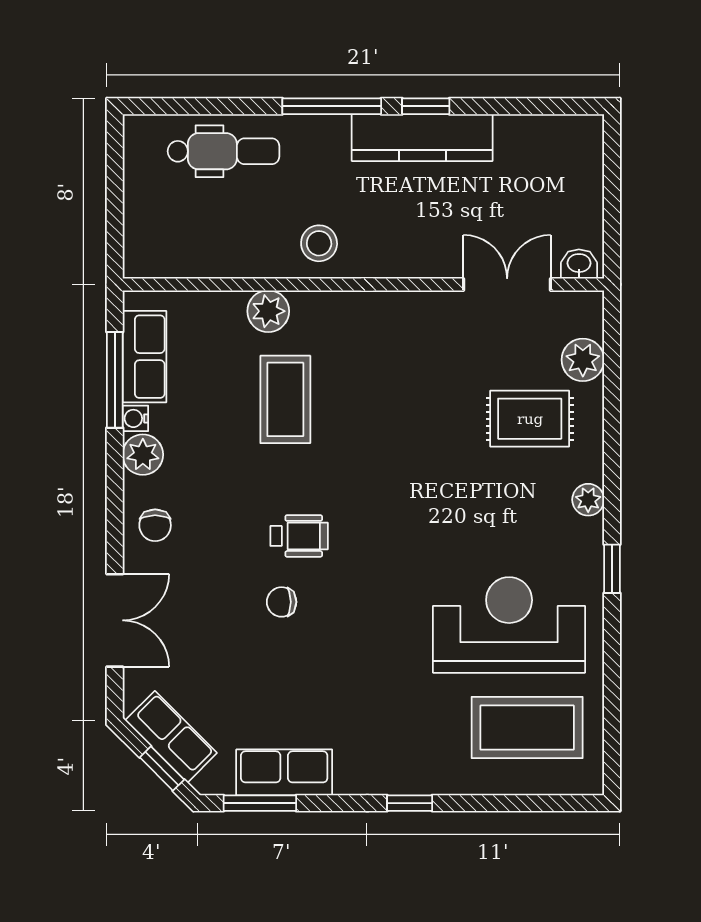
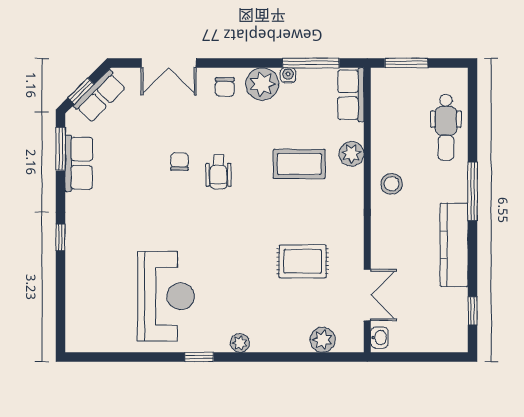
window: (426, 106) -> (473, 311), moved
window: (115, 218) -> (406, 63), added
row of seats: (144, 357) -> (351, 95), moved, turned 90
rug: (530, 419) -> (303, 261), moved, turned 90
plant: (143, 455) -> (262, 84), width x1.36, depth x1.36
chair: (155, 525) -> (225, 87), turned -90
coffee table: (527, 728) -> (105, 307), removed

